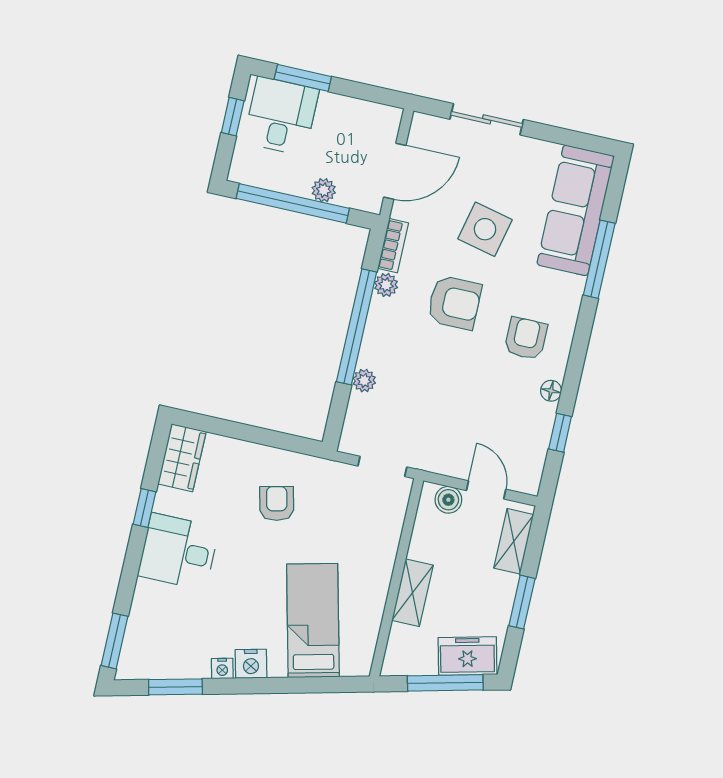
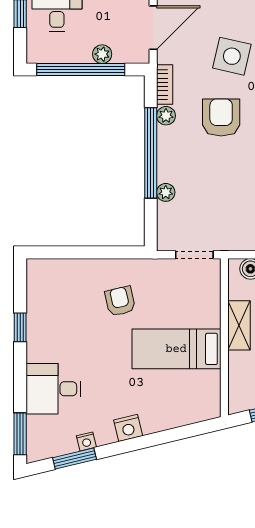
armchair: (454, 303) -> (221, 117), turned -90
wardrobe: (182, 458) -> (40, 283), removed
desk: (178, 552) -> (53, 389), moved
shelving: (412, 593) -> (239, 325), moved
bed: (313, 621) -> (176, 349), moved, turned -76
nightstand: (222, 669) -> (86, 441), moved

